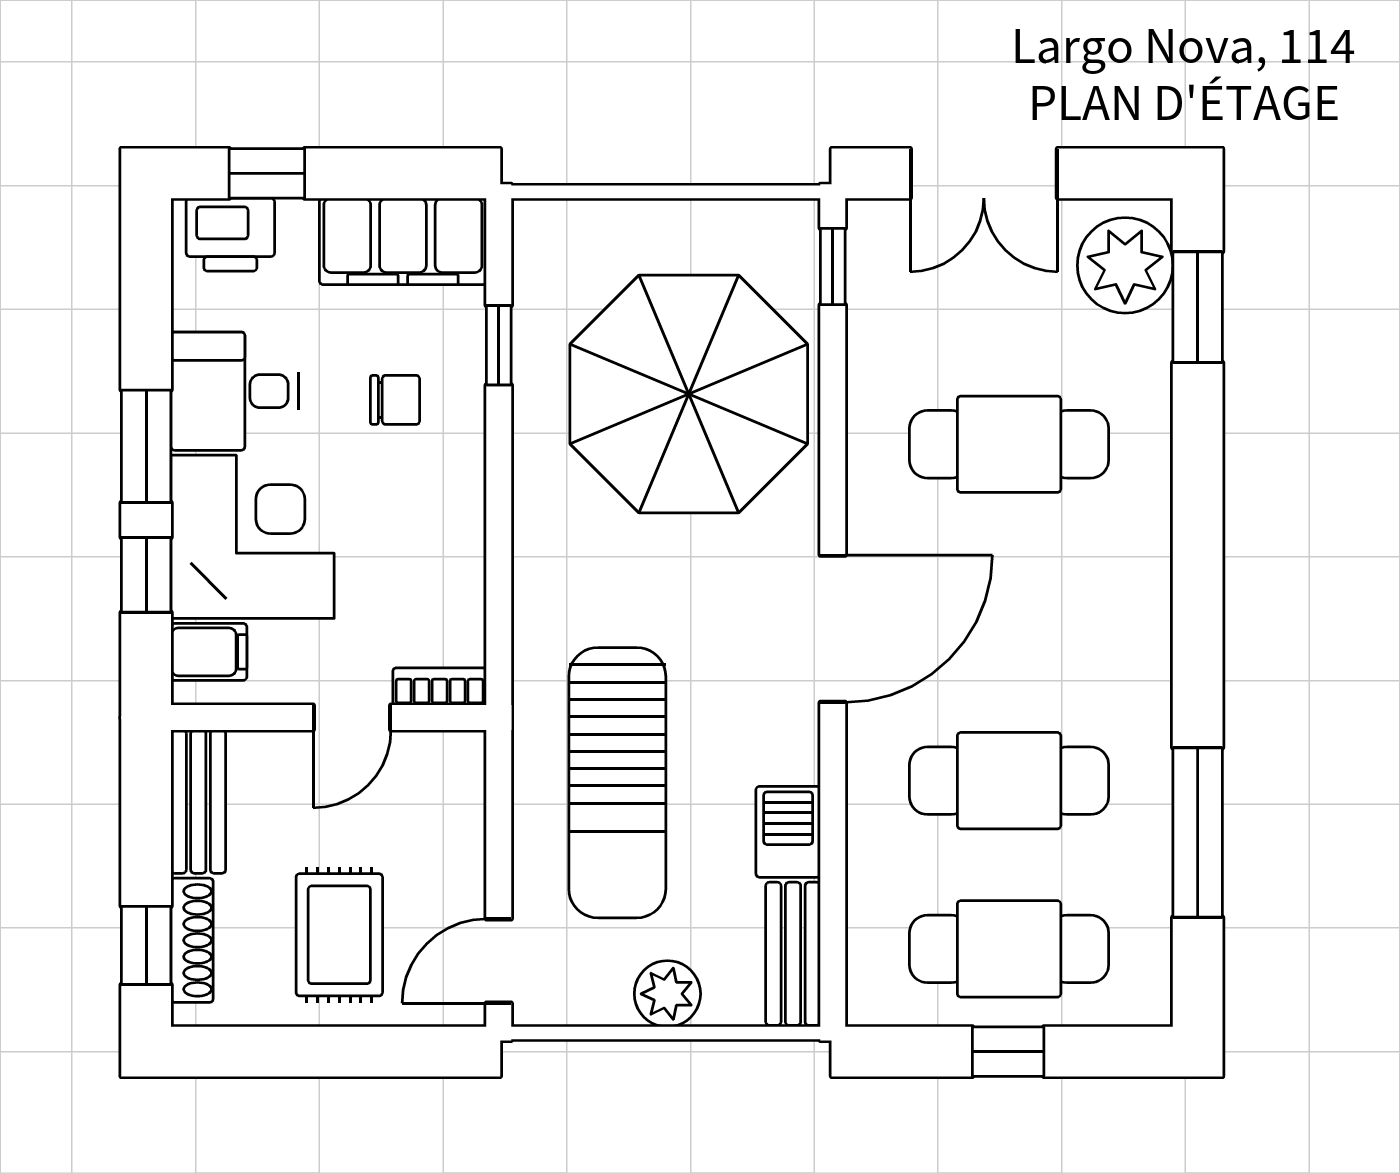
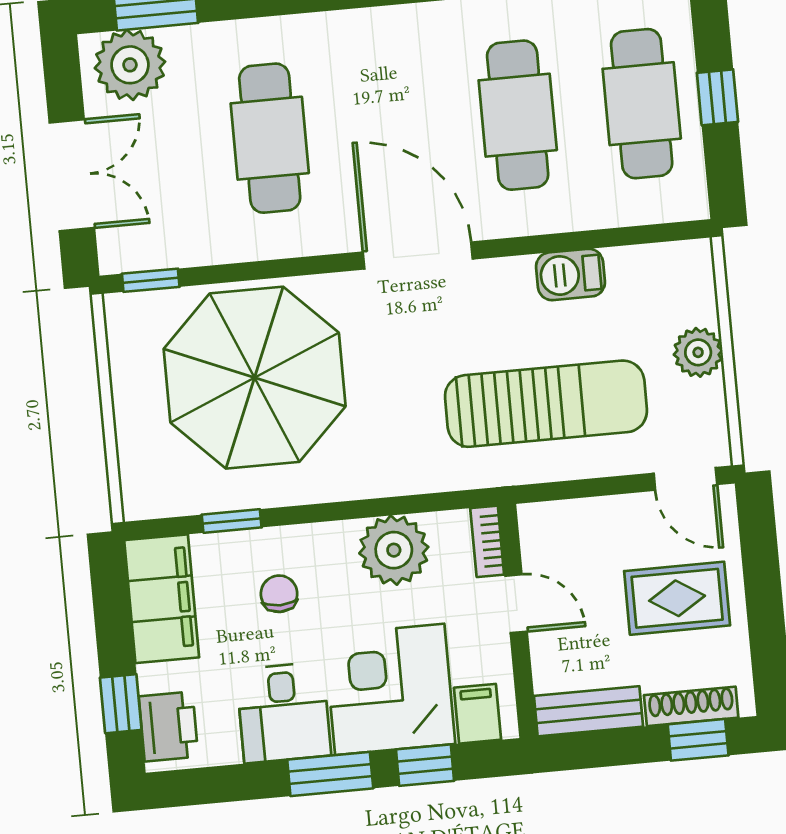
plant: (439, 560) -> (394, 550), added
bench: (793, 954) -> (660, 263), removed

